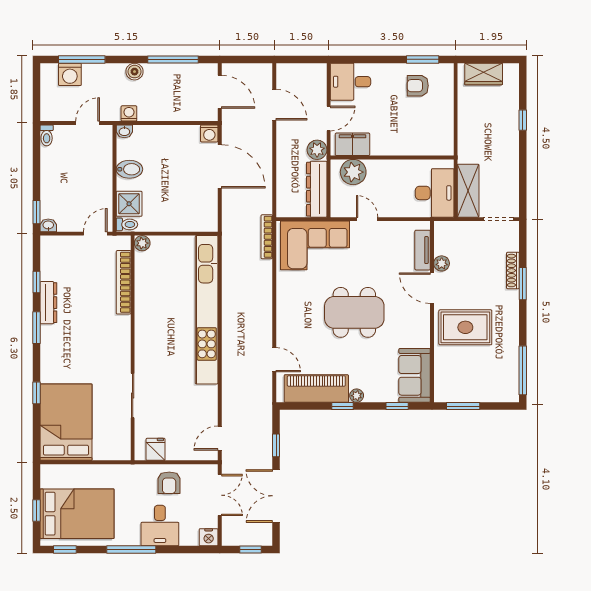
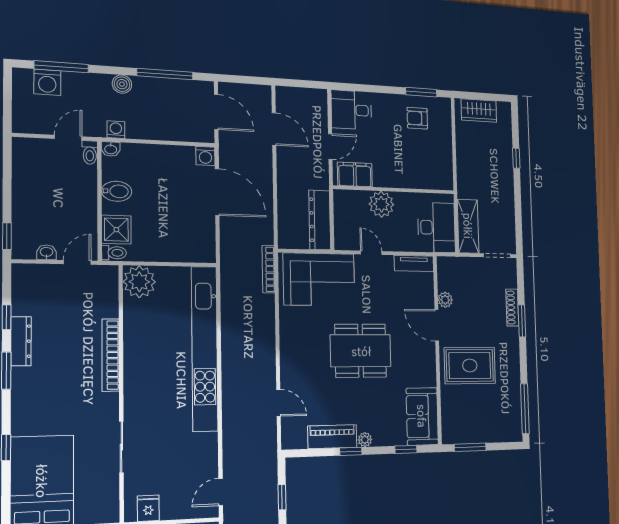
toilet: (47, 135) -> (90, 153), moved
plant: (317, 150) -> (319, 179), removed
plant: (353, 172) -> (381, 204), moved
washbasin: (48, 225) -> (47, 252), moved
plant: (142, 243) -> (139, 282), width x1.88, depth x1.88
tv unit: (423, 250) -> (414, 263), moved, turned -90
bookcase: (124, 282) -> (111, 355), moved
piano: (316, 389) -> (332, 437), width x0.73, depth x0.75

